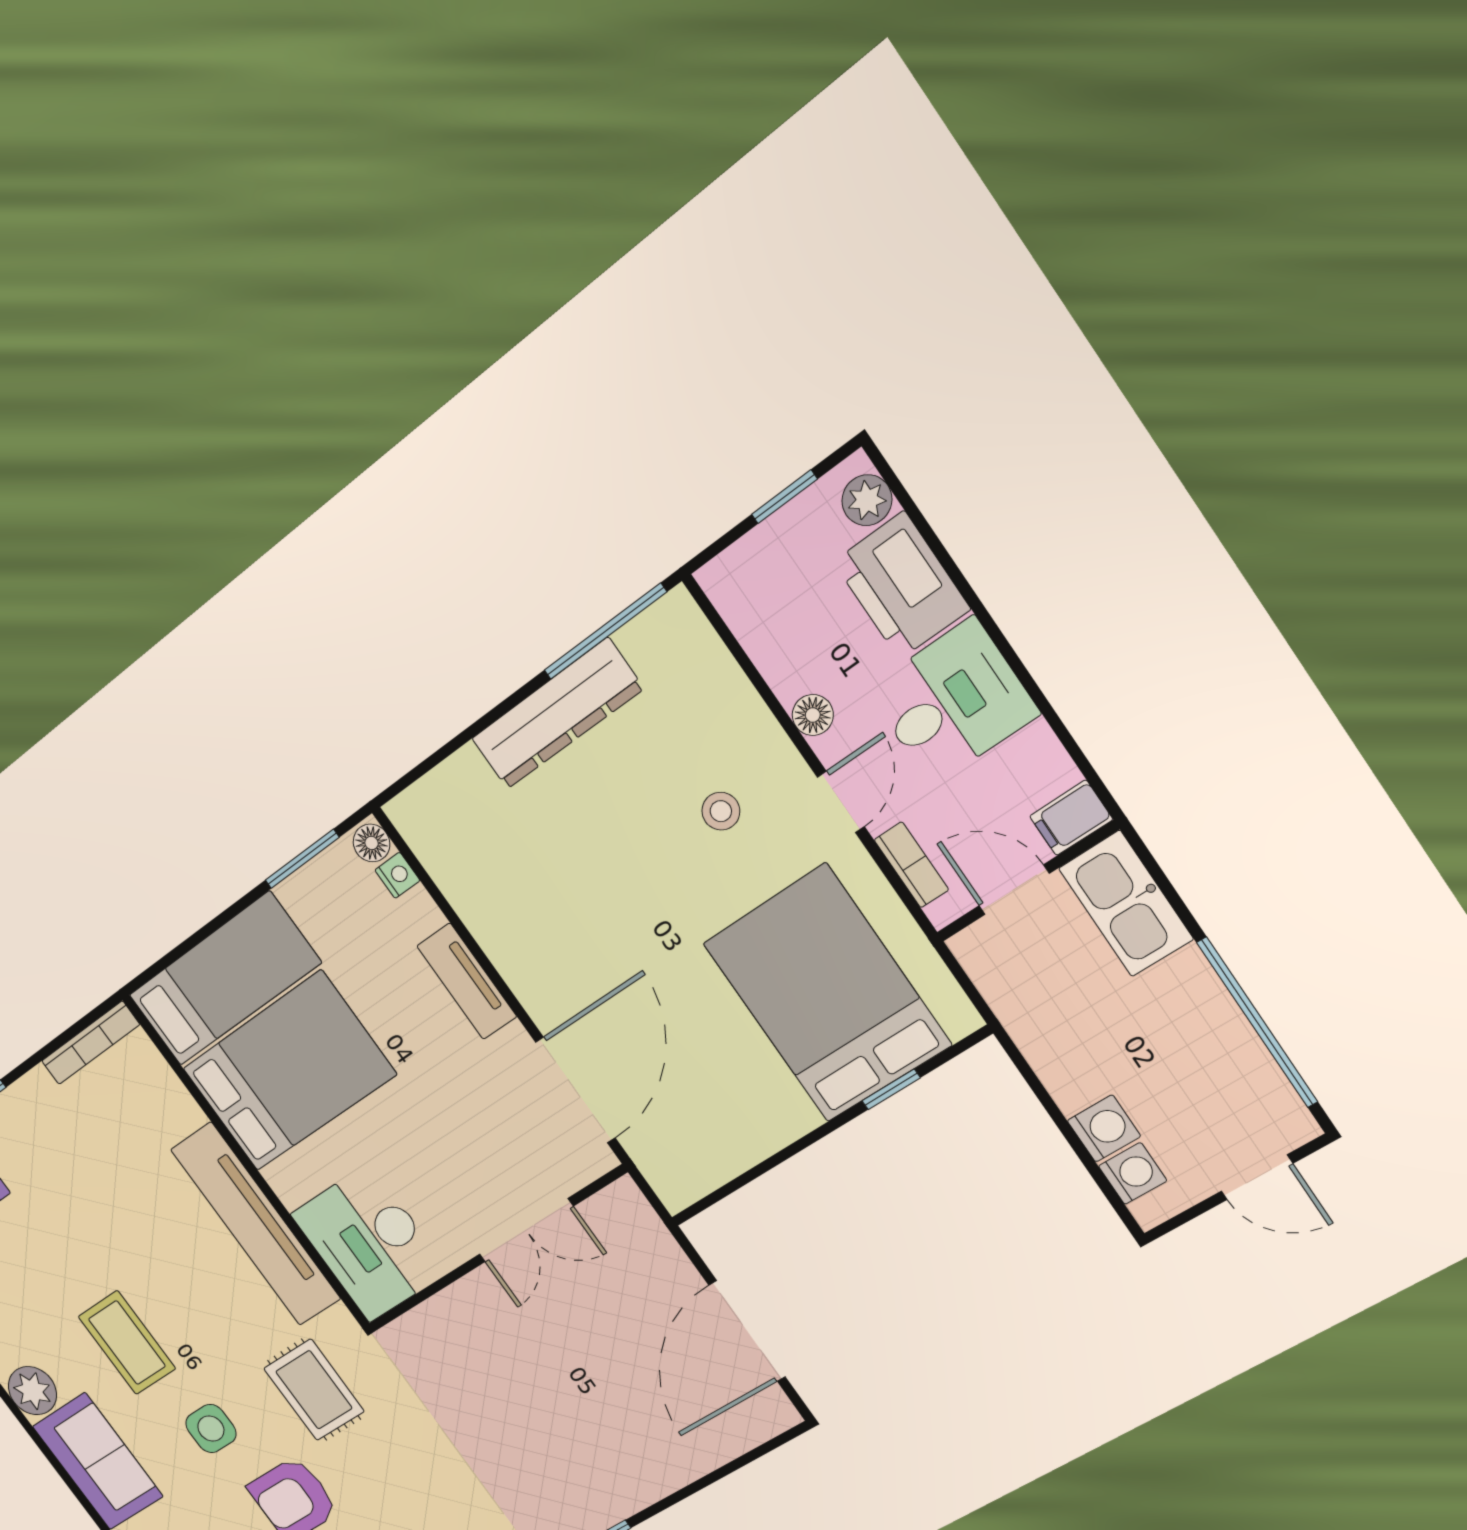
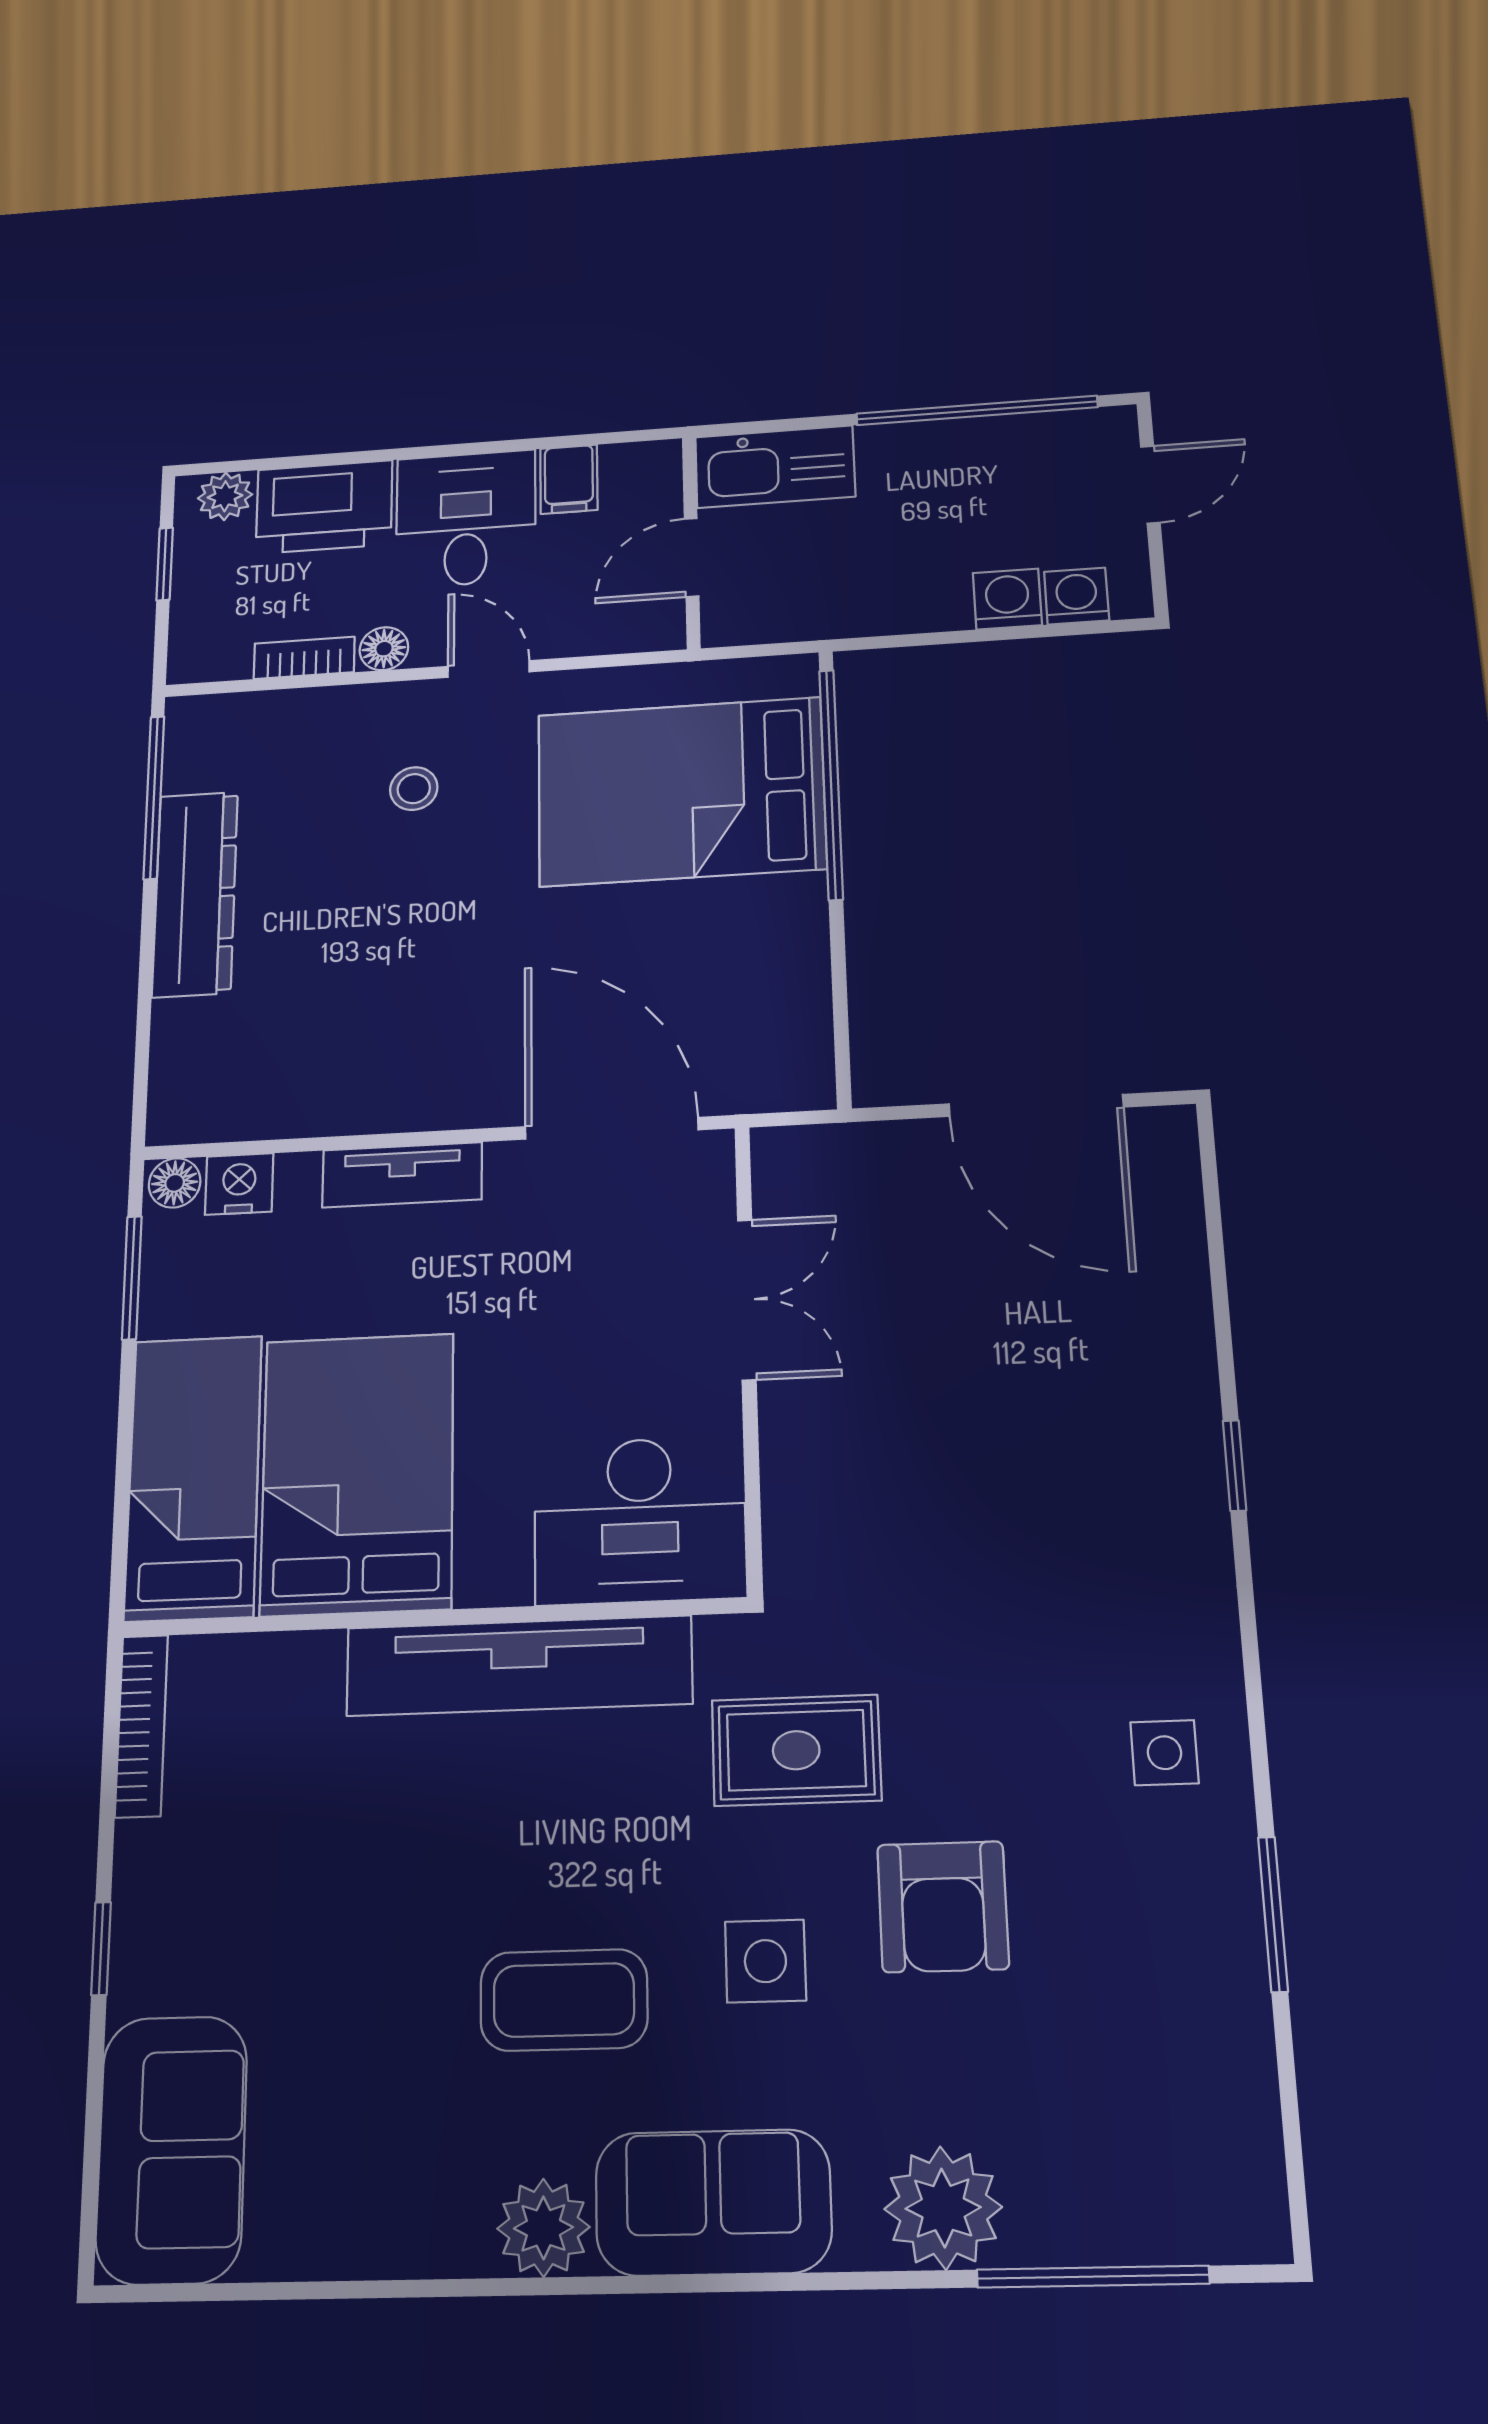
filing cabinet: (1071, 818) -> (569, 479), moved
bookcase: (911, 865) -> (304, 658), moved
nightstand: (397, 875) -> (239, 1184), width x1.39, depth x1.35
window: (891, 1089) -> (831, 784), width x3.17

